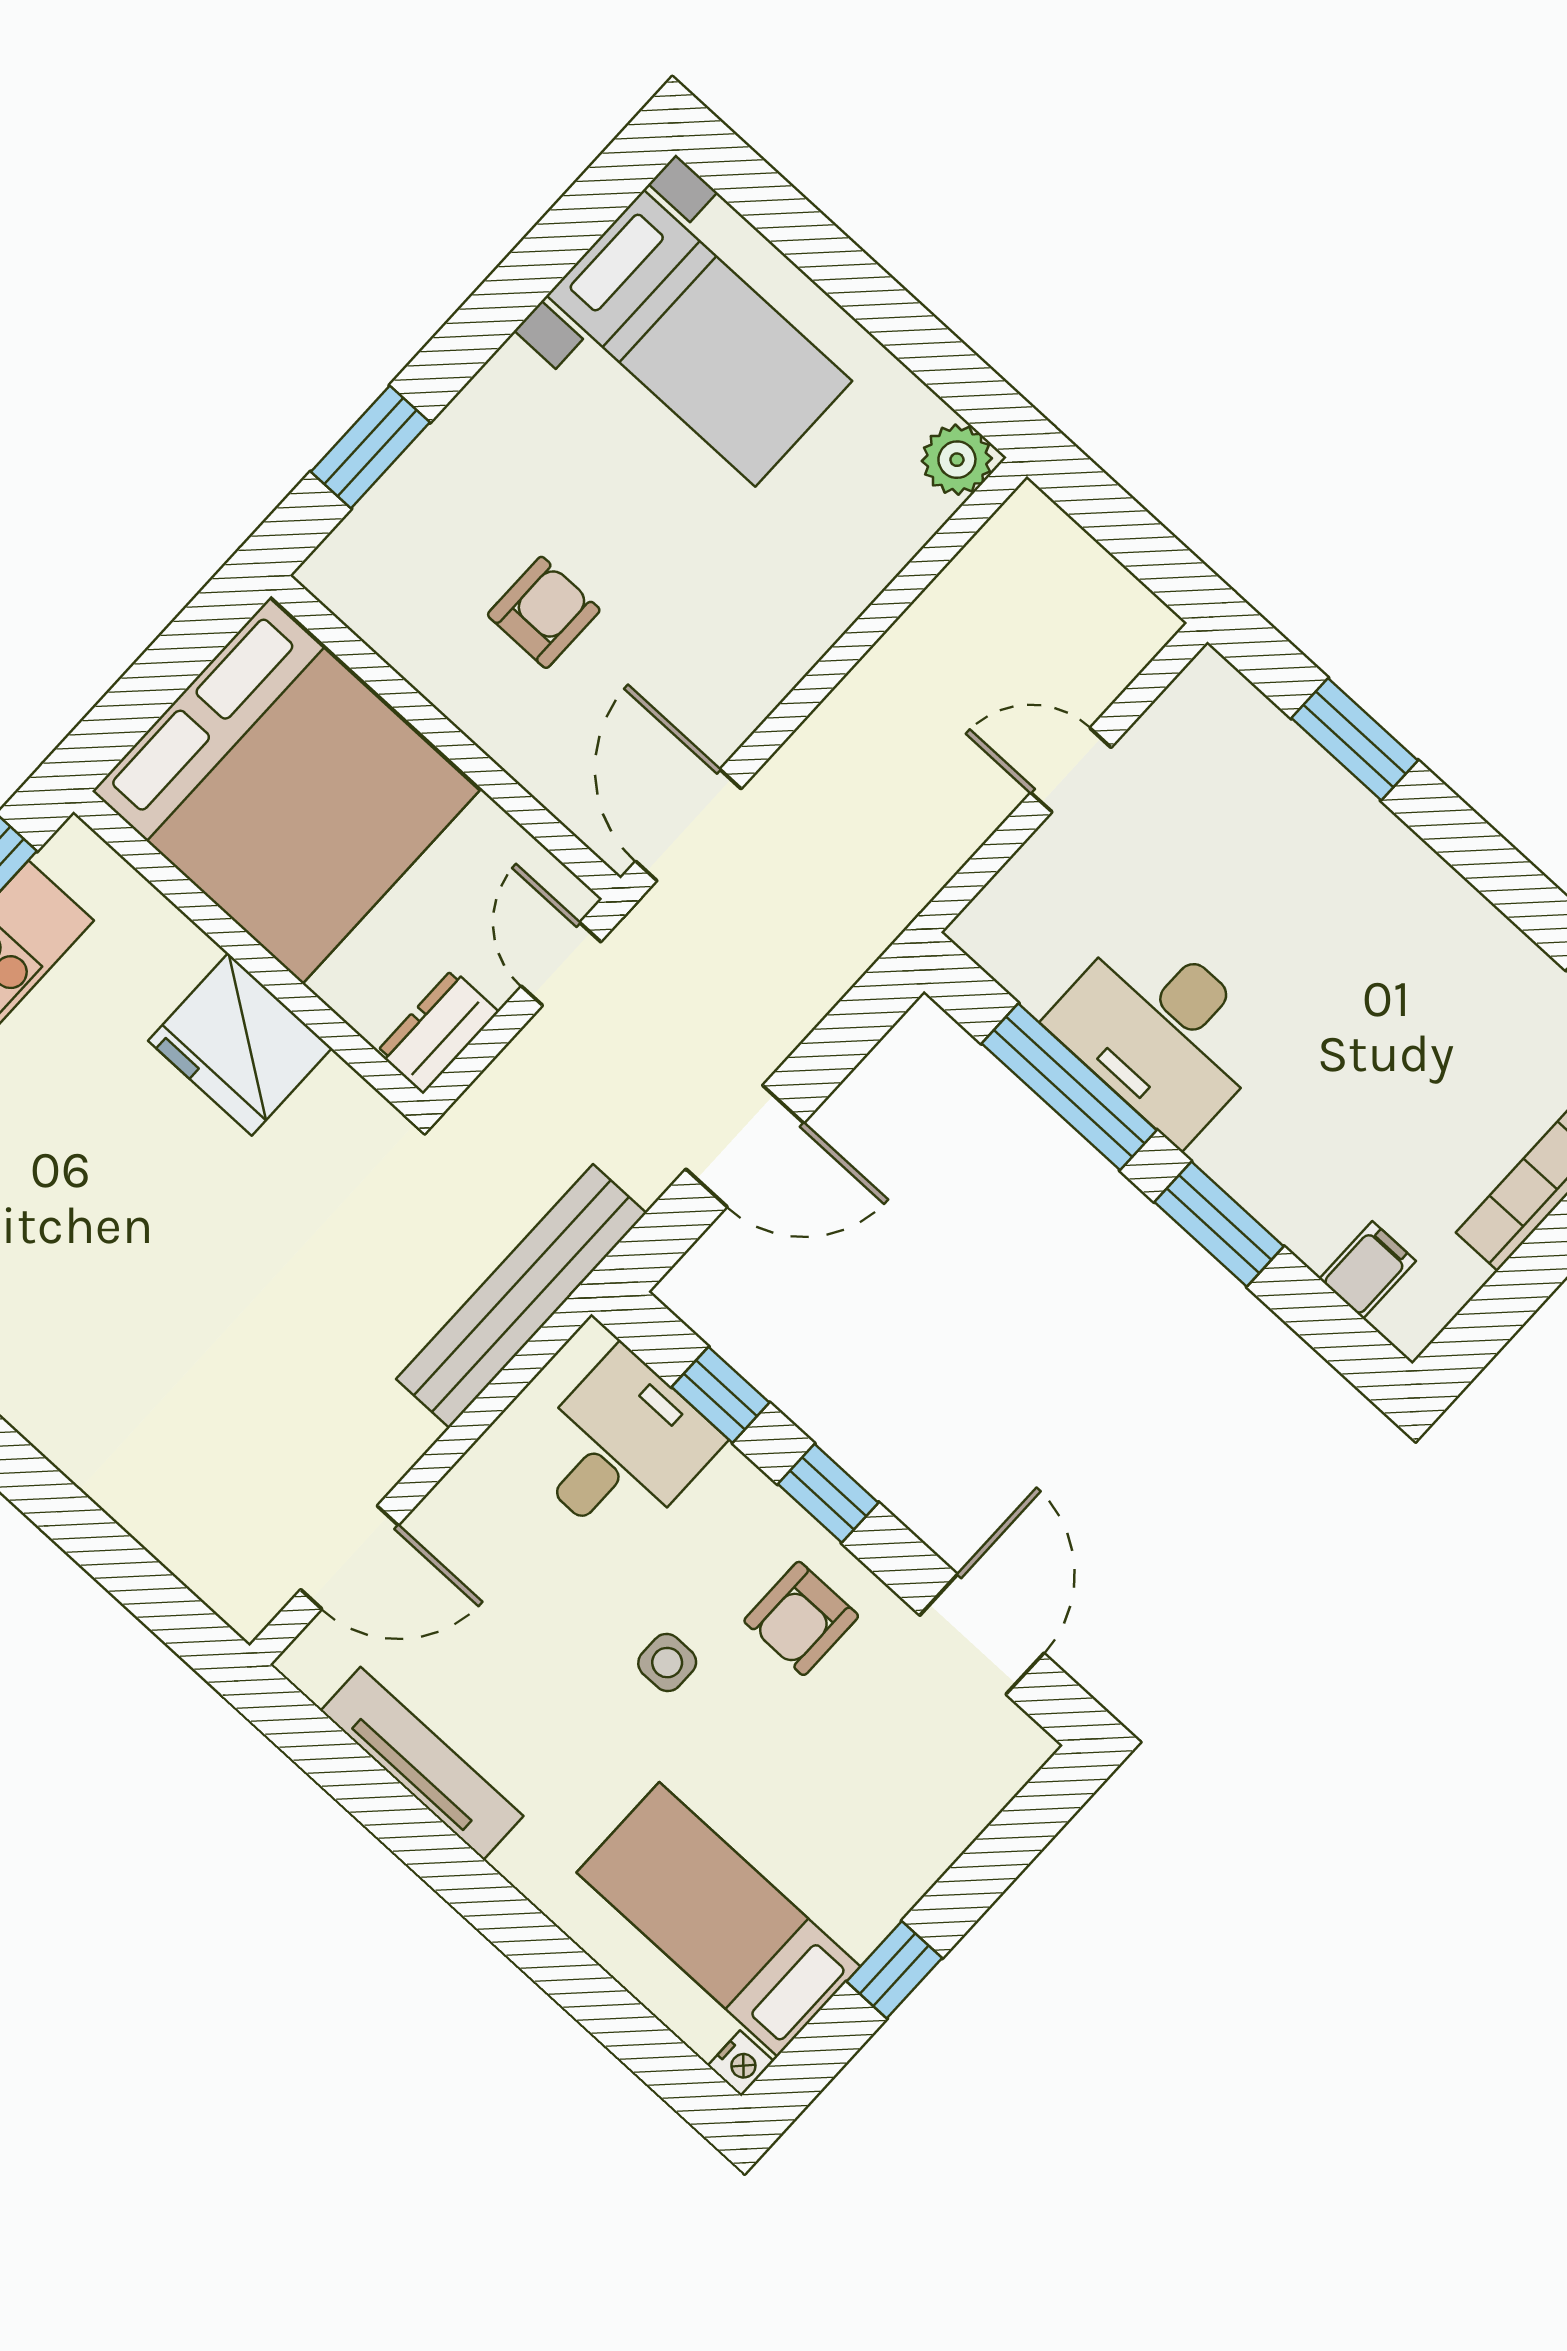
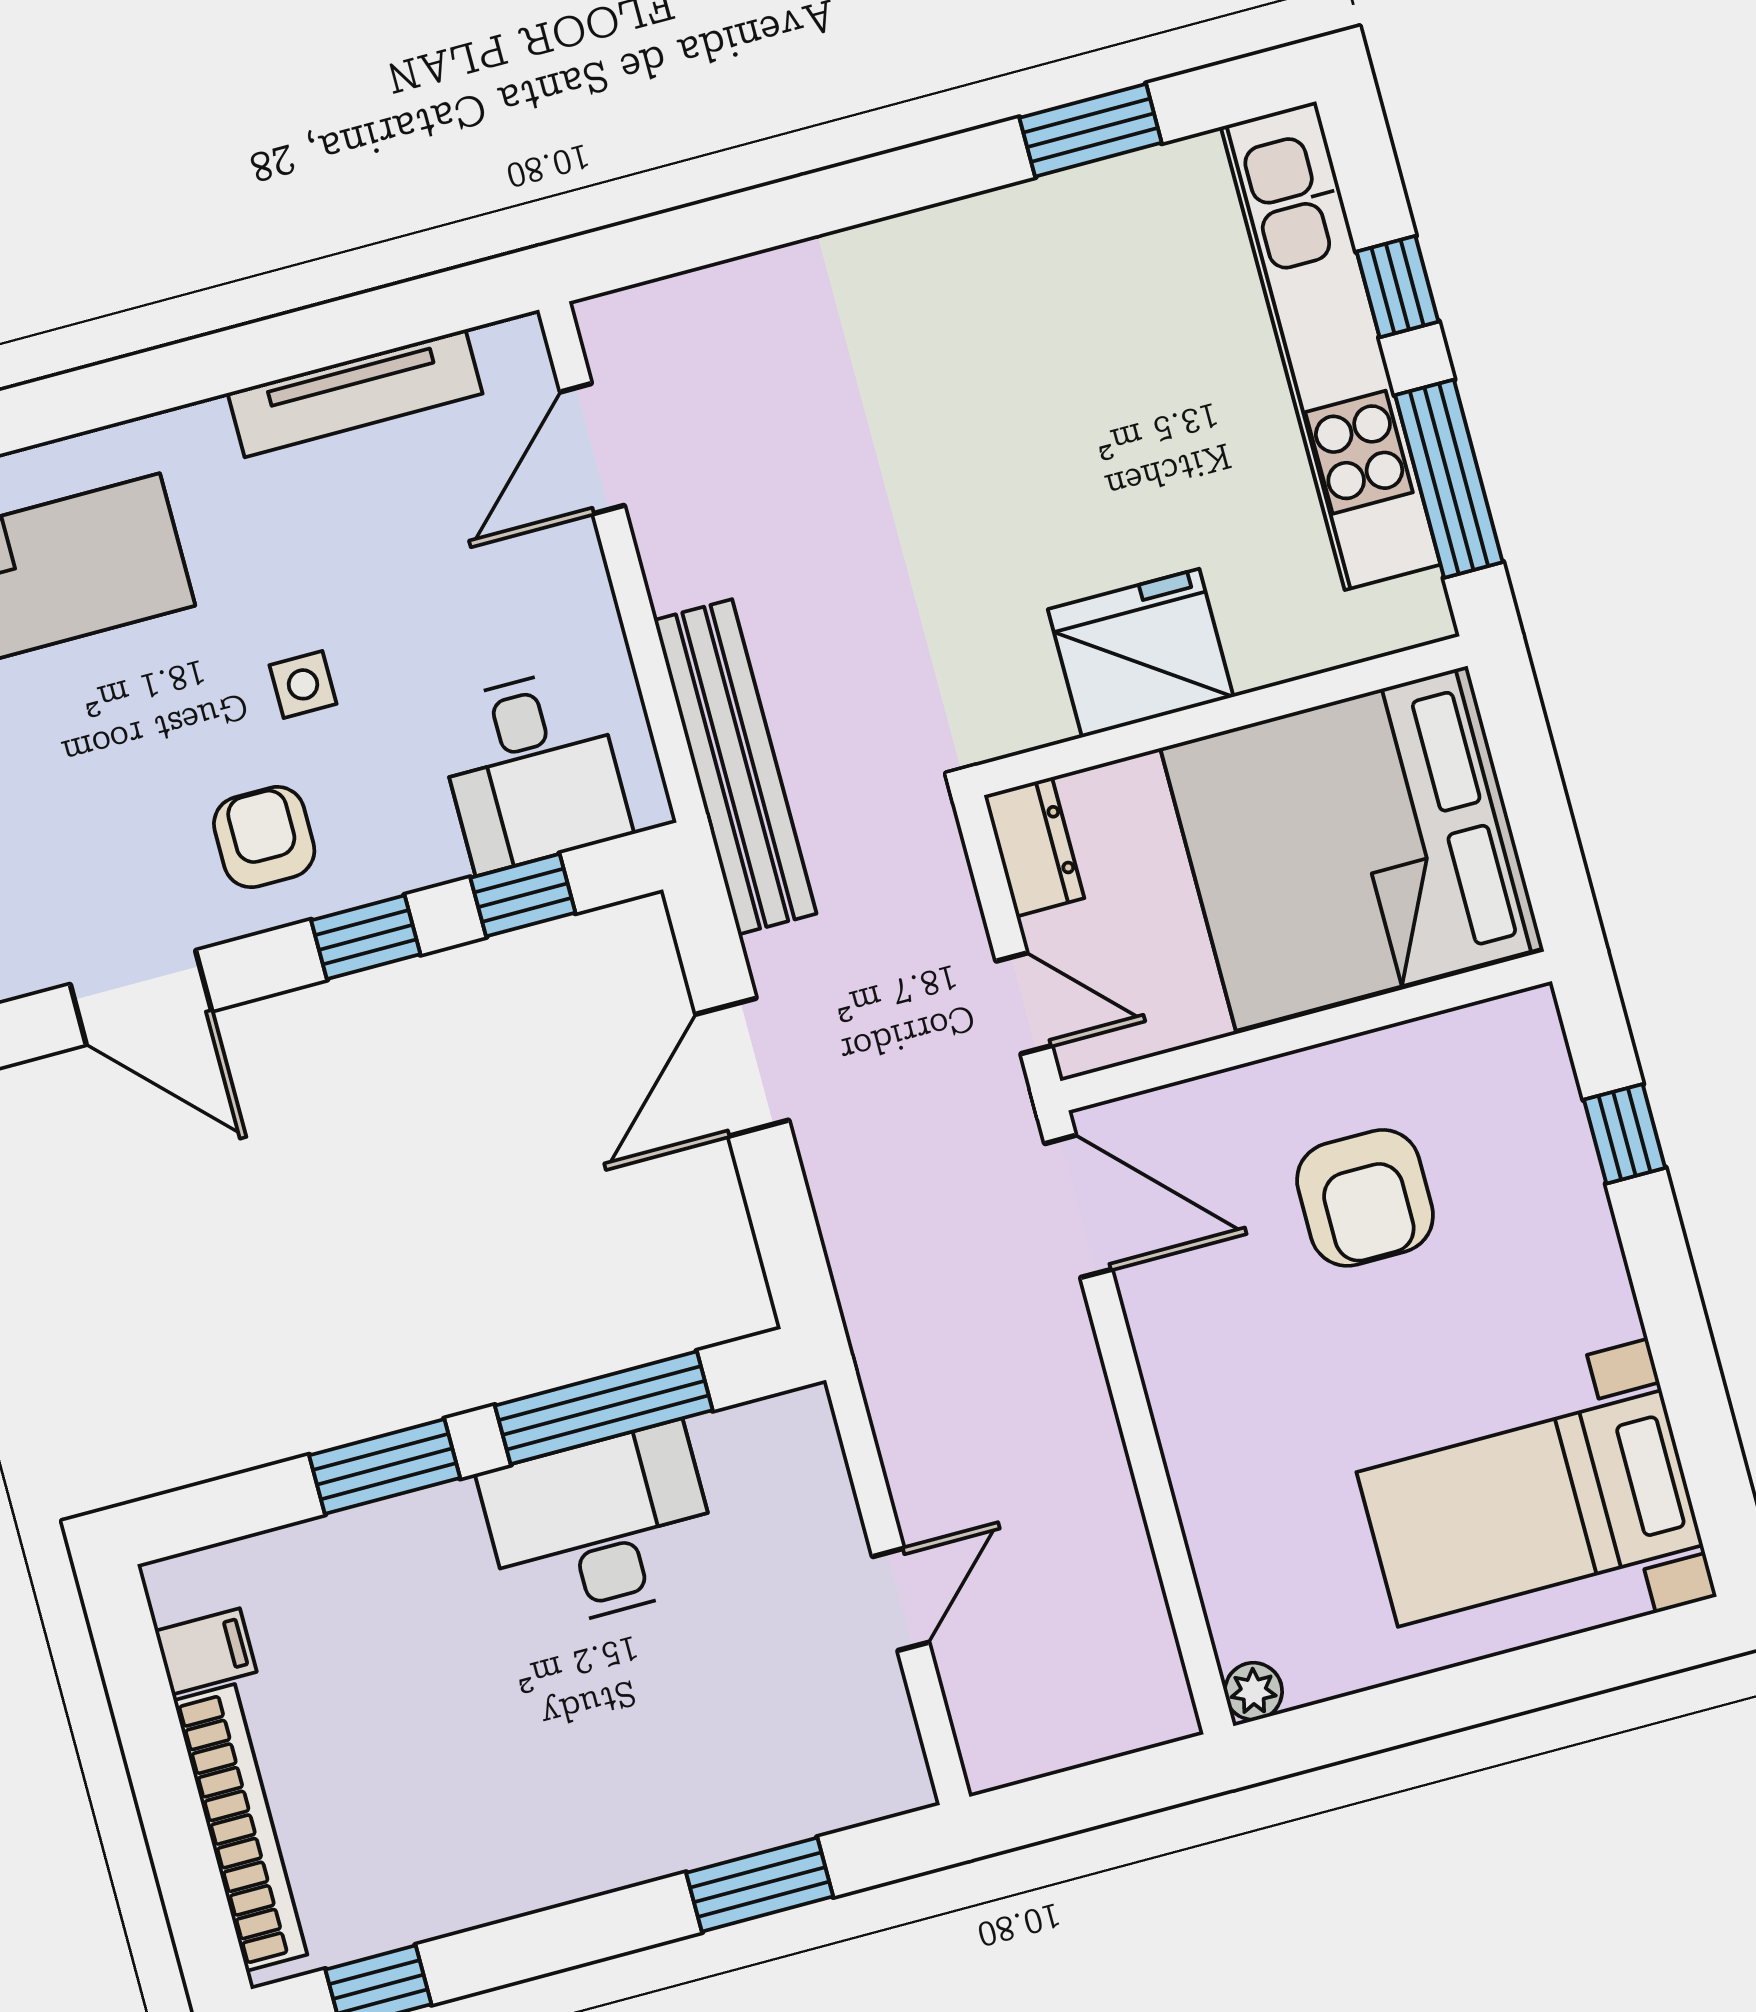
window: (370, 447) -> (1624, 1134), width x0.67
plant: (957, 460) -> (1253, 1691), width x0.73, depth x0.73
armchair: (544, 612) -> (1365, 1198), width x1.38, depth x1.38
filing cabinet: (1368, 1270) -> (206, 1651), moved, turned -90

